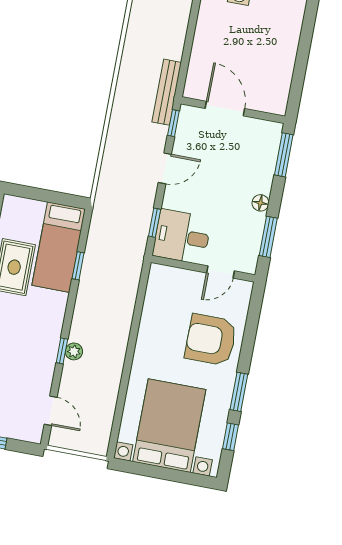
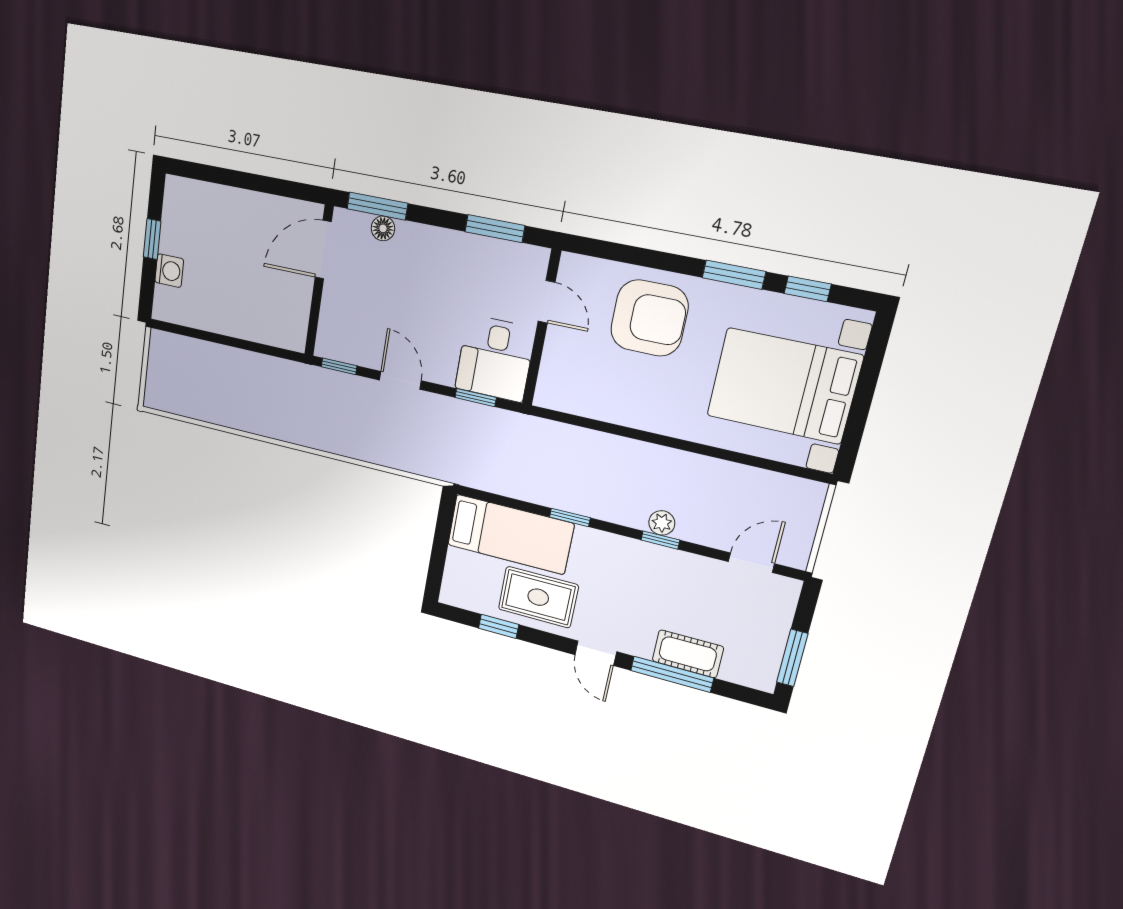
bench: (167, 92) -> (299, 374), removed
door: (225, 109) -> (323, 250), moved
floor lamp: (260, 203) -> (383, 228), moved
window: (78, 266) -> (570, 517), moved
armchair: (211, 340) -> (649, 318), turned -90

